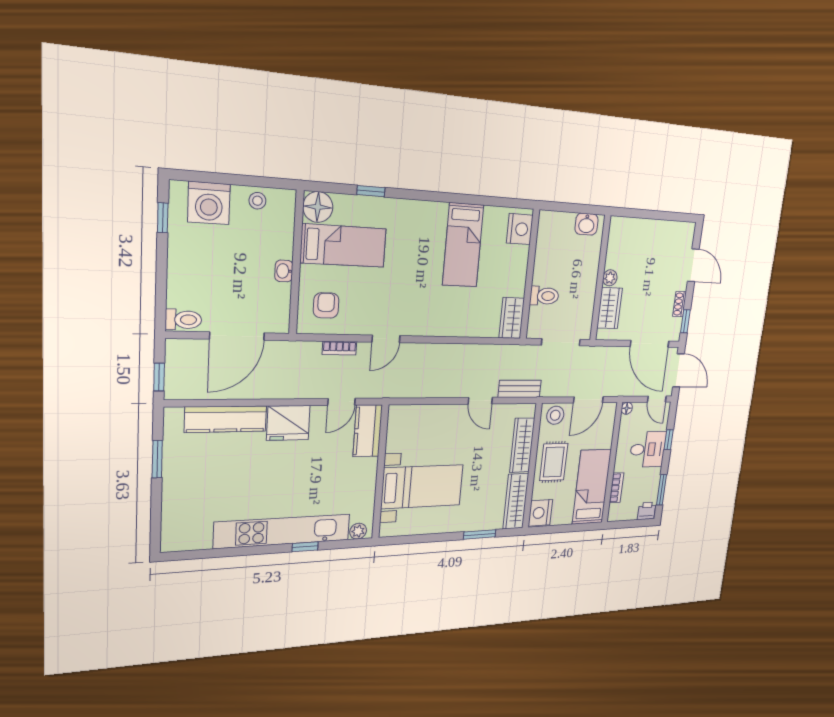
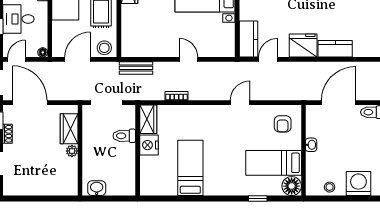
nightstand: (520, 229) -> (149, 145), moved
bookcase: (339, 348) -> (177, 96), moved
door: (657, 399) -> (16, 59), hinge flipped
door: (480, 401) -> (188, 59), moved
kitchen counter: (226, 419) -> (335, 49), width x0.67
wardrobe: (522, 445) -> (129, 25), removed

